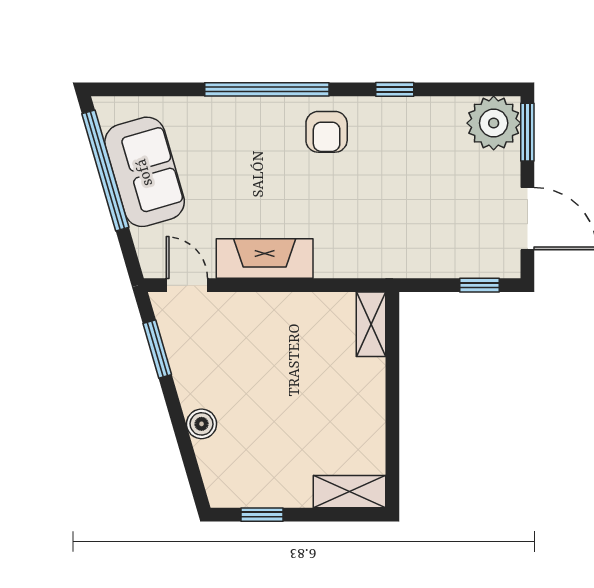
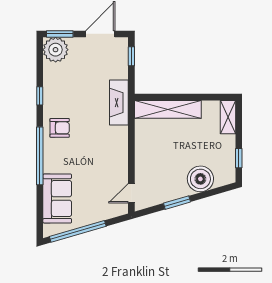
sofa: (145, 172) -> (57, 199), moved, turned 106
fireplace: (265, 259) -> (119, 103), moved
shelving: (371, 324) -> (168, 109), width x2.20, depth x1.33
window: (157, 349) -> (177, 203), moved
boiler: (202, 424) -> (200, 179), width x1.86, depth x1.86

